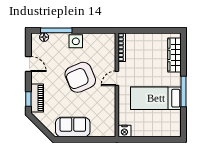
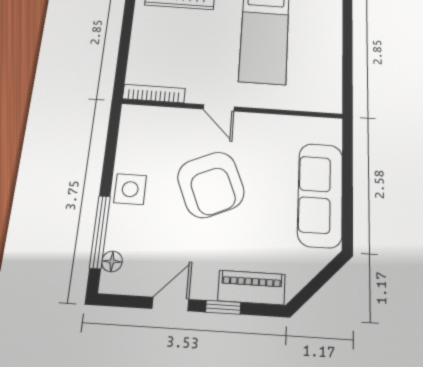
window: (28, 99) -> (223, 307), moved
sofa: (73, 127) -> (320, 195), width x1.36
nightstand: (124, 131) -> (330, 100), removed

